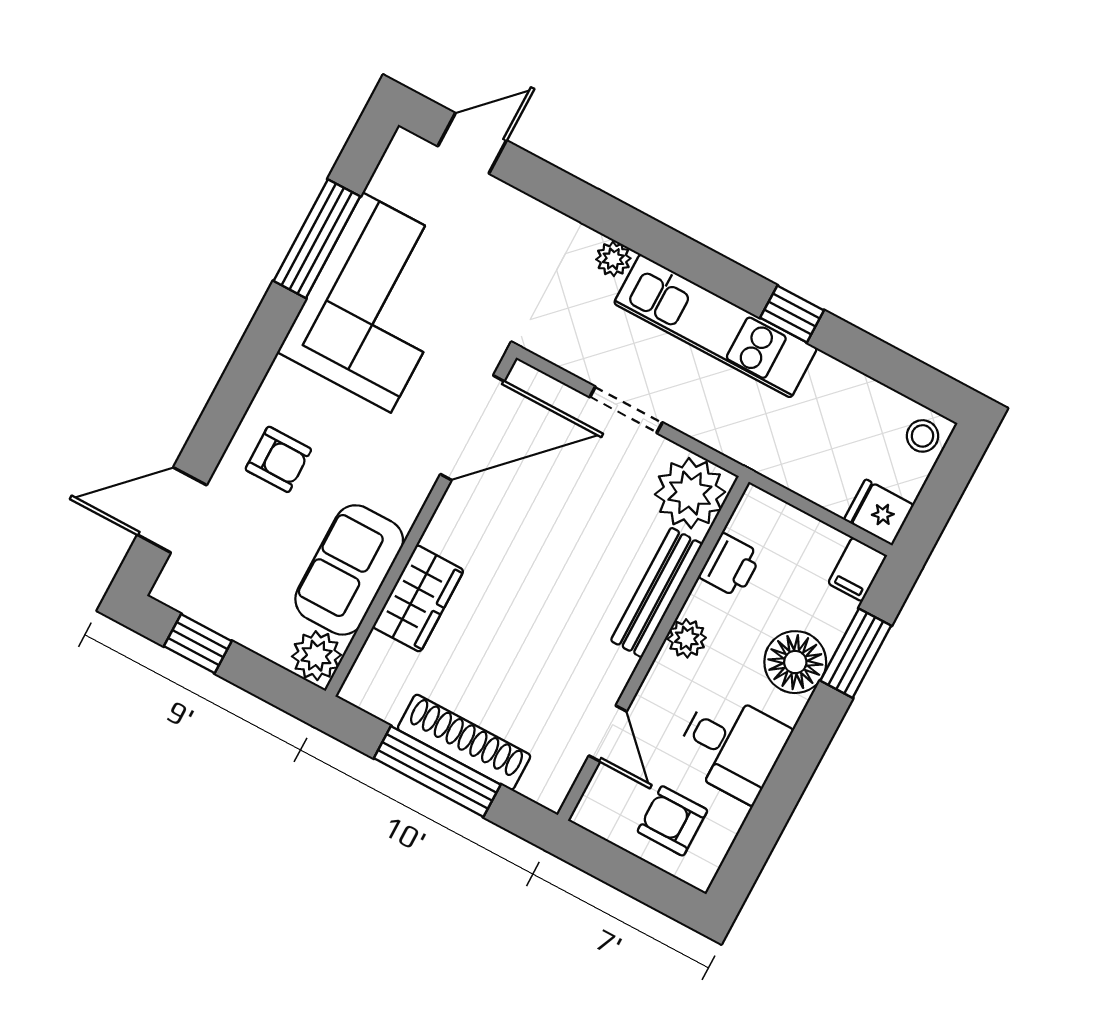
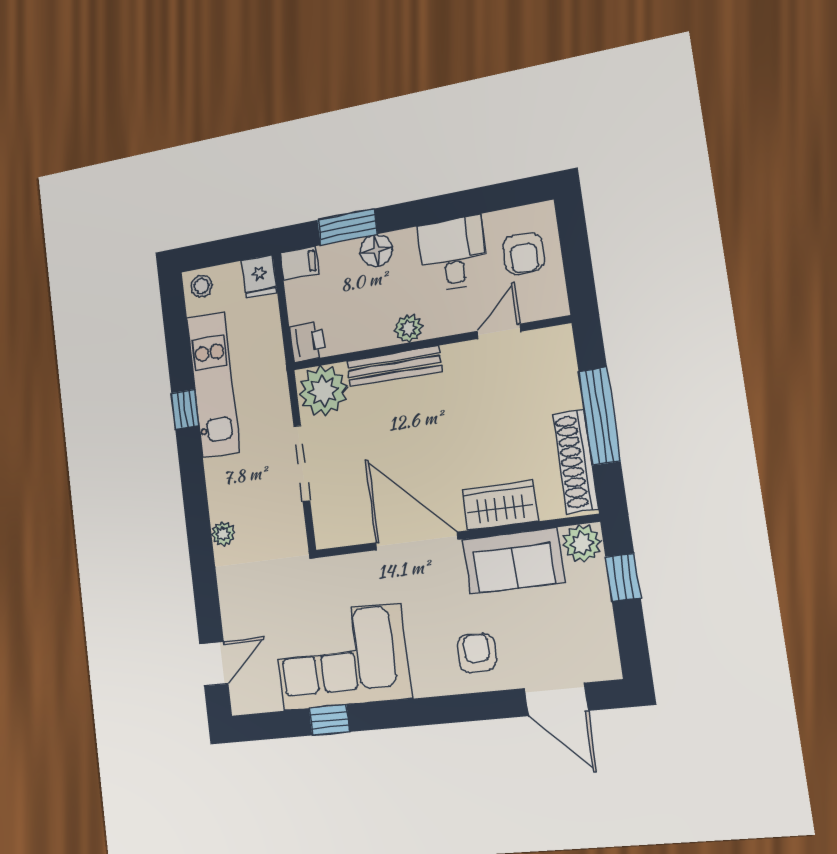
door: (472, 143) -> (214, 664), swing flipped
window: (317, 239) -> (329, 720), width x0.46
kitchen unit: (715, 326) -> (213, 385), moved
doorway: (626, 410) -> (302, 463), width x1.38
door: (472, 428) -> (417, 541), moved
printer: (730, 565) -> (307, 342), moved, turned 90
window: (198, 644) -> (623, 577), moved
floor lamp: (795, 662) -> (376, 250), width x0.73, depth x0.73
shoe rack: (464, 742) -> (576, 461), moved

